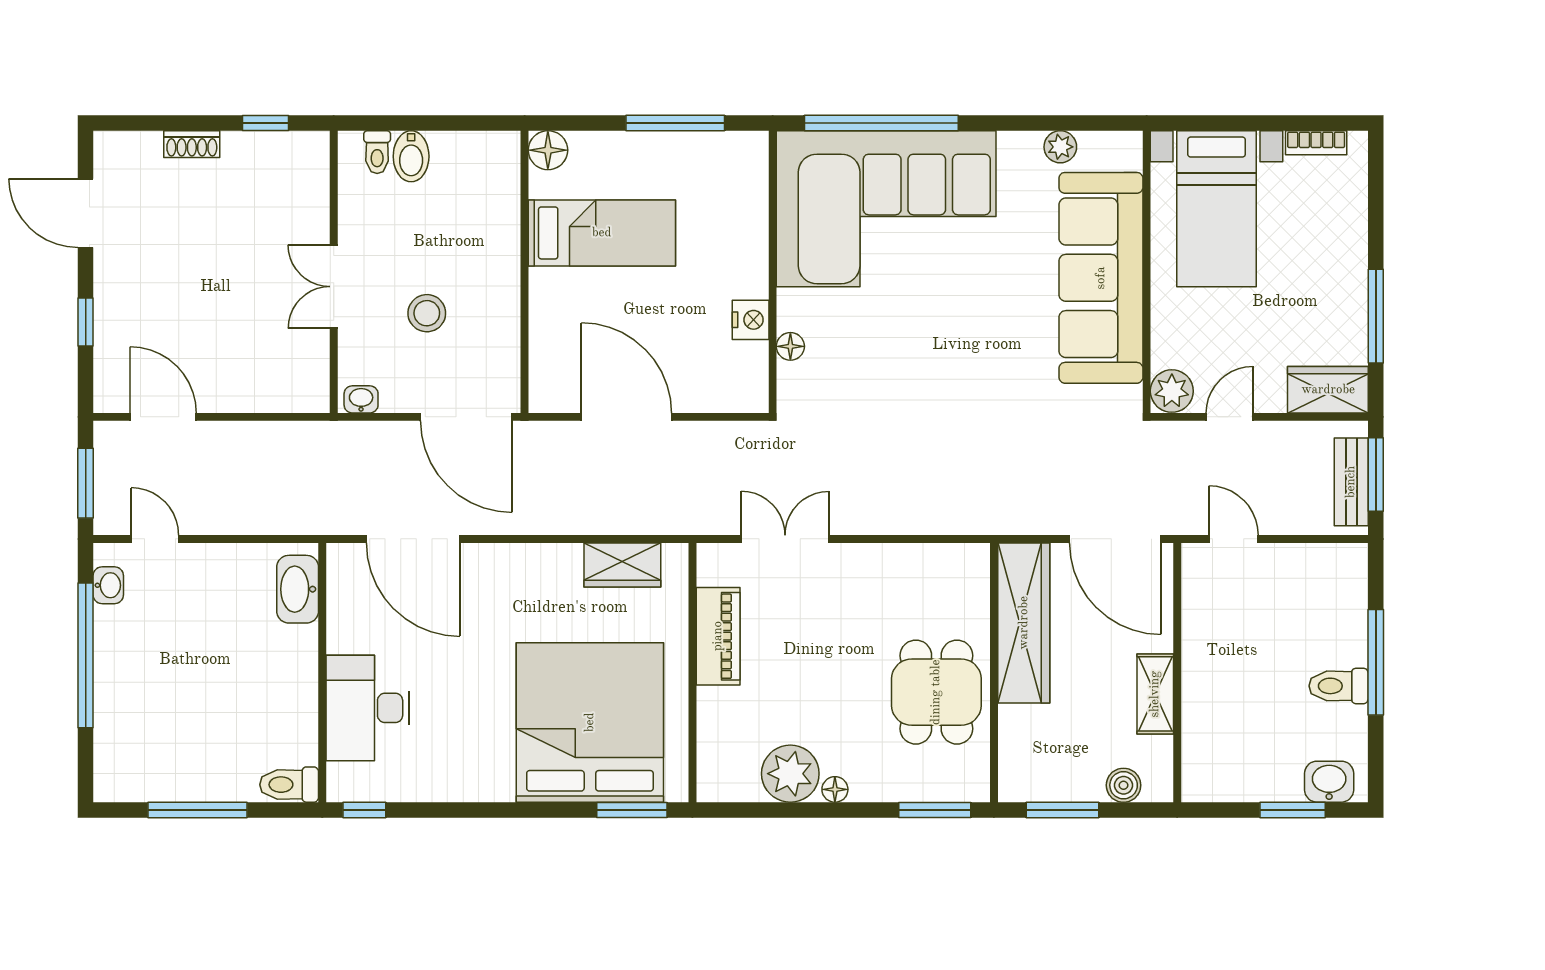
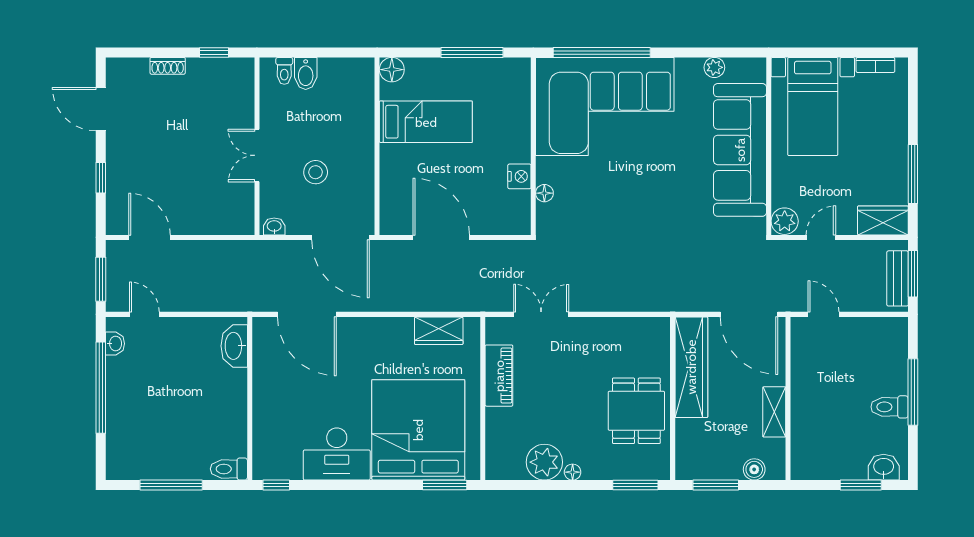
desk: (368, 708) -> (337, 454), moved, turned -90

